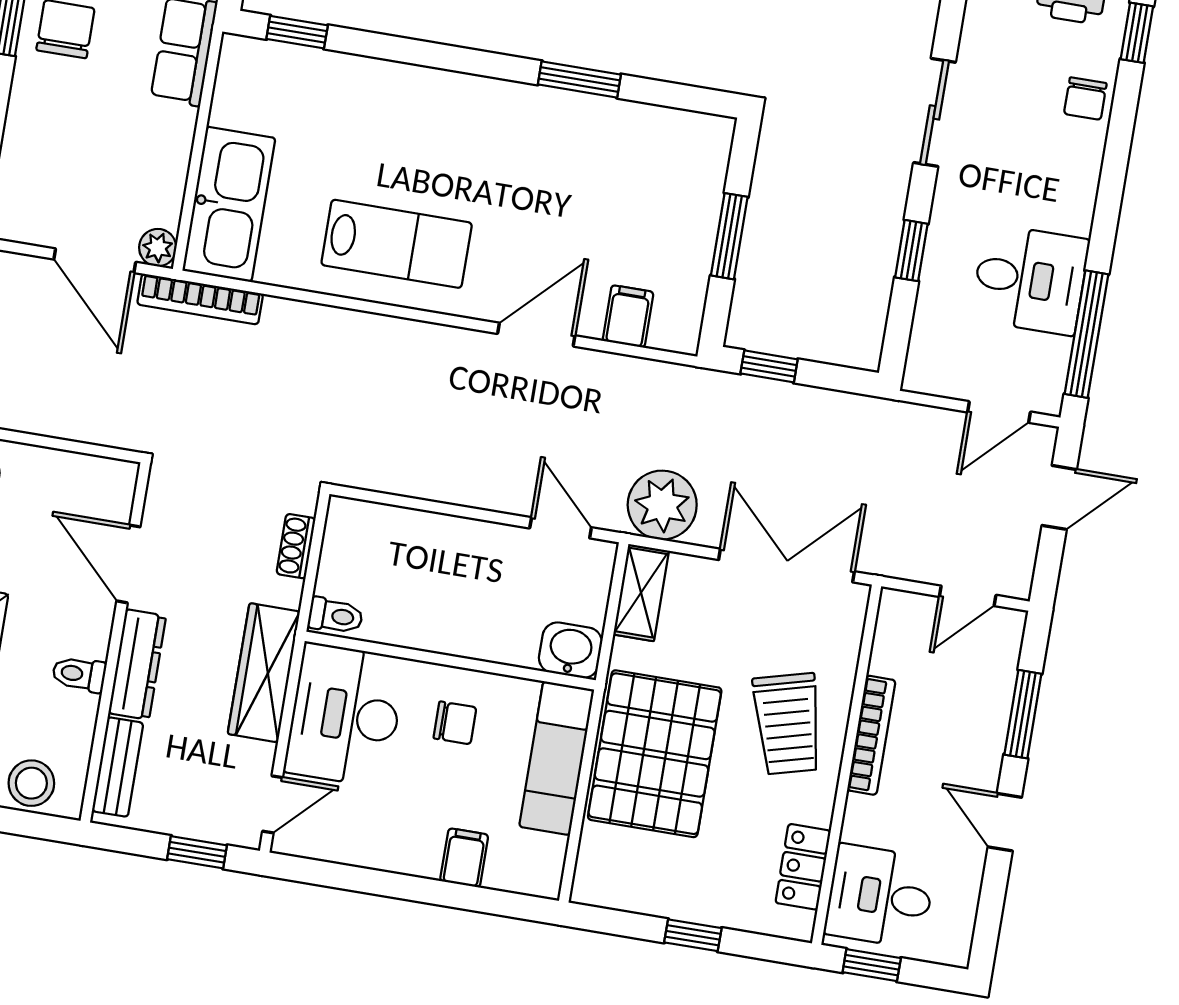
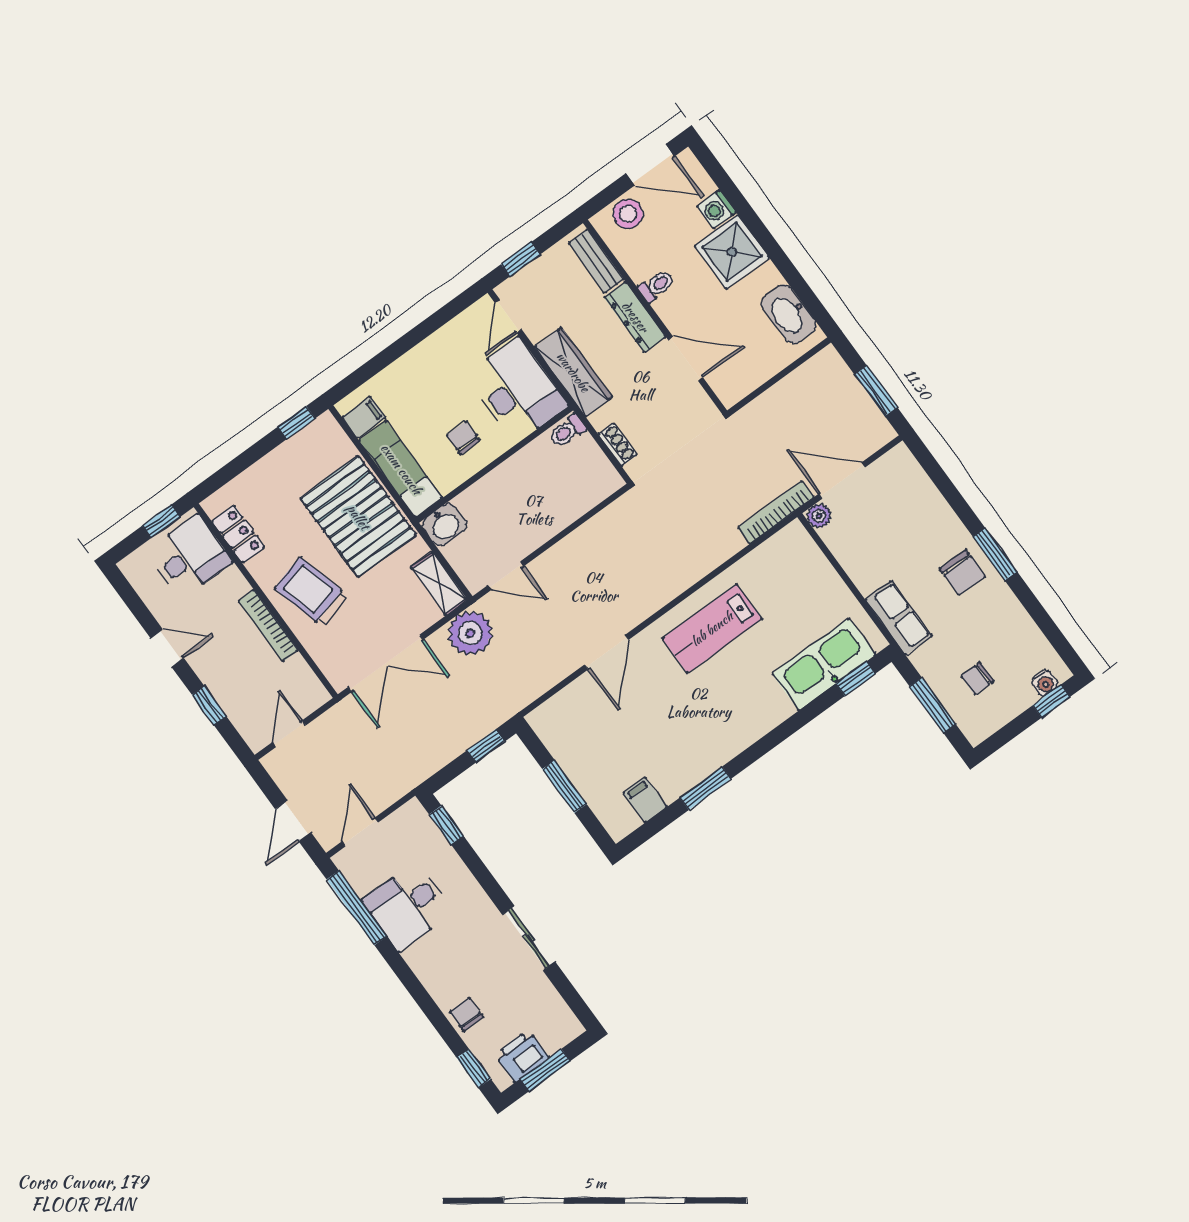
kitchen sink: (229, 204) -> (824, 664), moved, turned 90
window: (911, 251) -> (446, 825), moved
filing cabinet: (628, 316) -> (645, 800), moved, turned 180
window: (1023, 714) -> (209, 706), width x0.67
chair: (455, 723) -> (463, 438), turned 90
filing cabinet: (464, 858) -> (364, 417), moved, turned -90
window: (693, 935) -> (296, 423), moved

